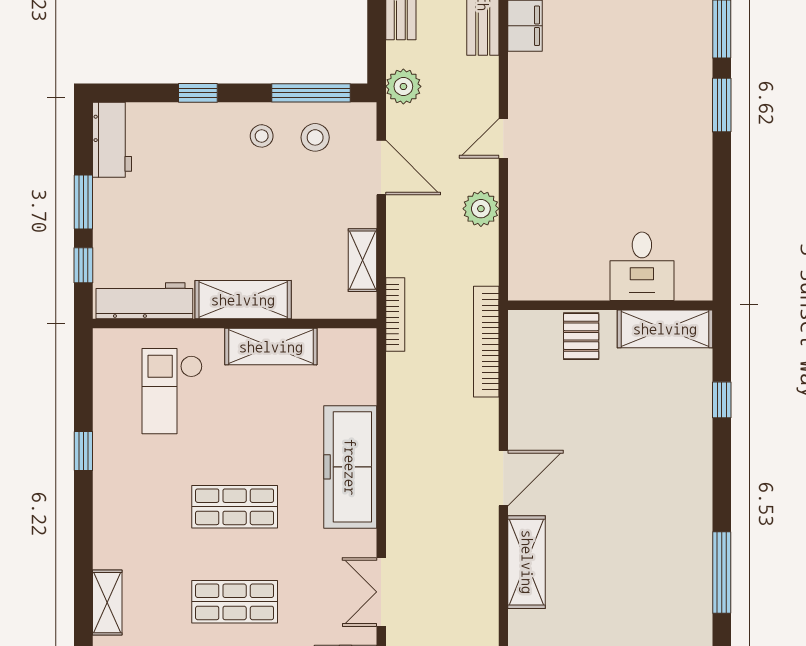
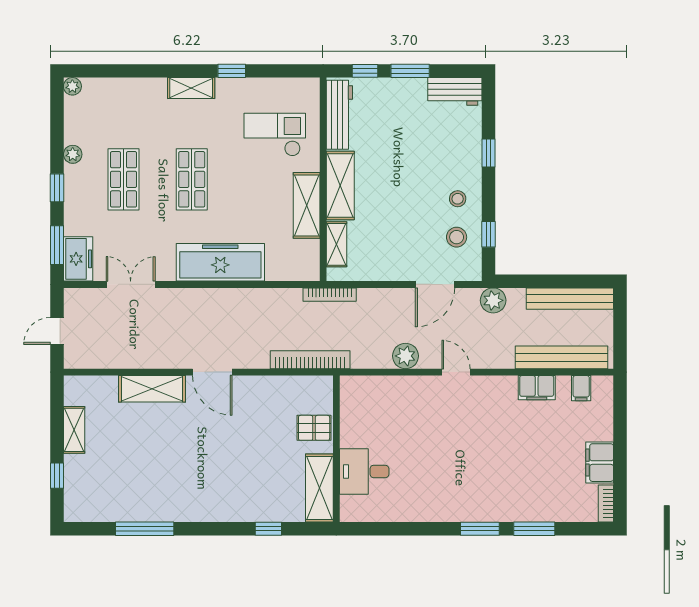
window: (311, 93) -> (489, 234), width x0.46
shelving: (362, 260) -> (337, 244), moved, turned 90
shelving: (107, 603) -> (191, 88), moved

